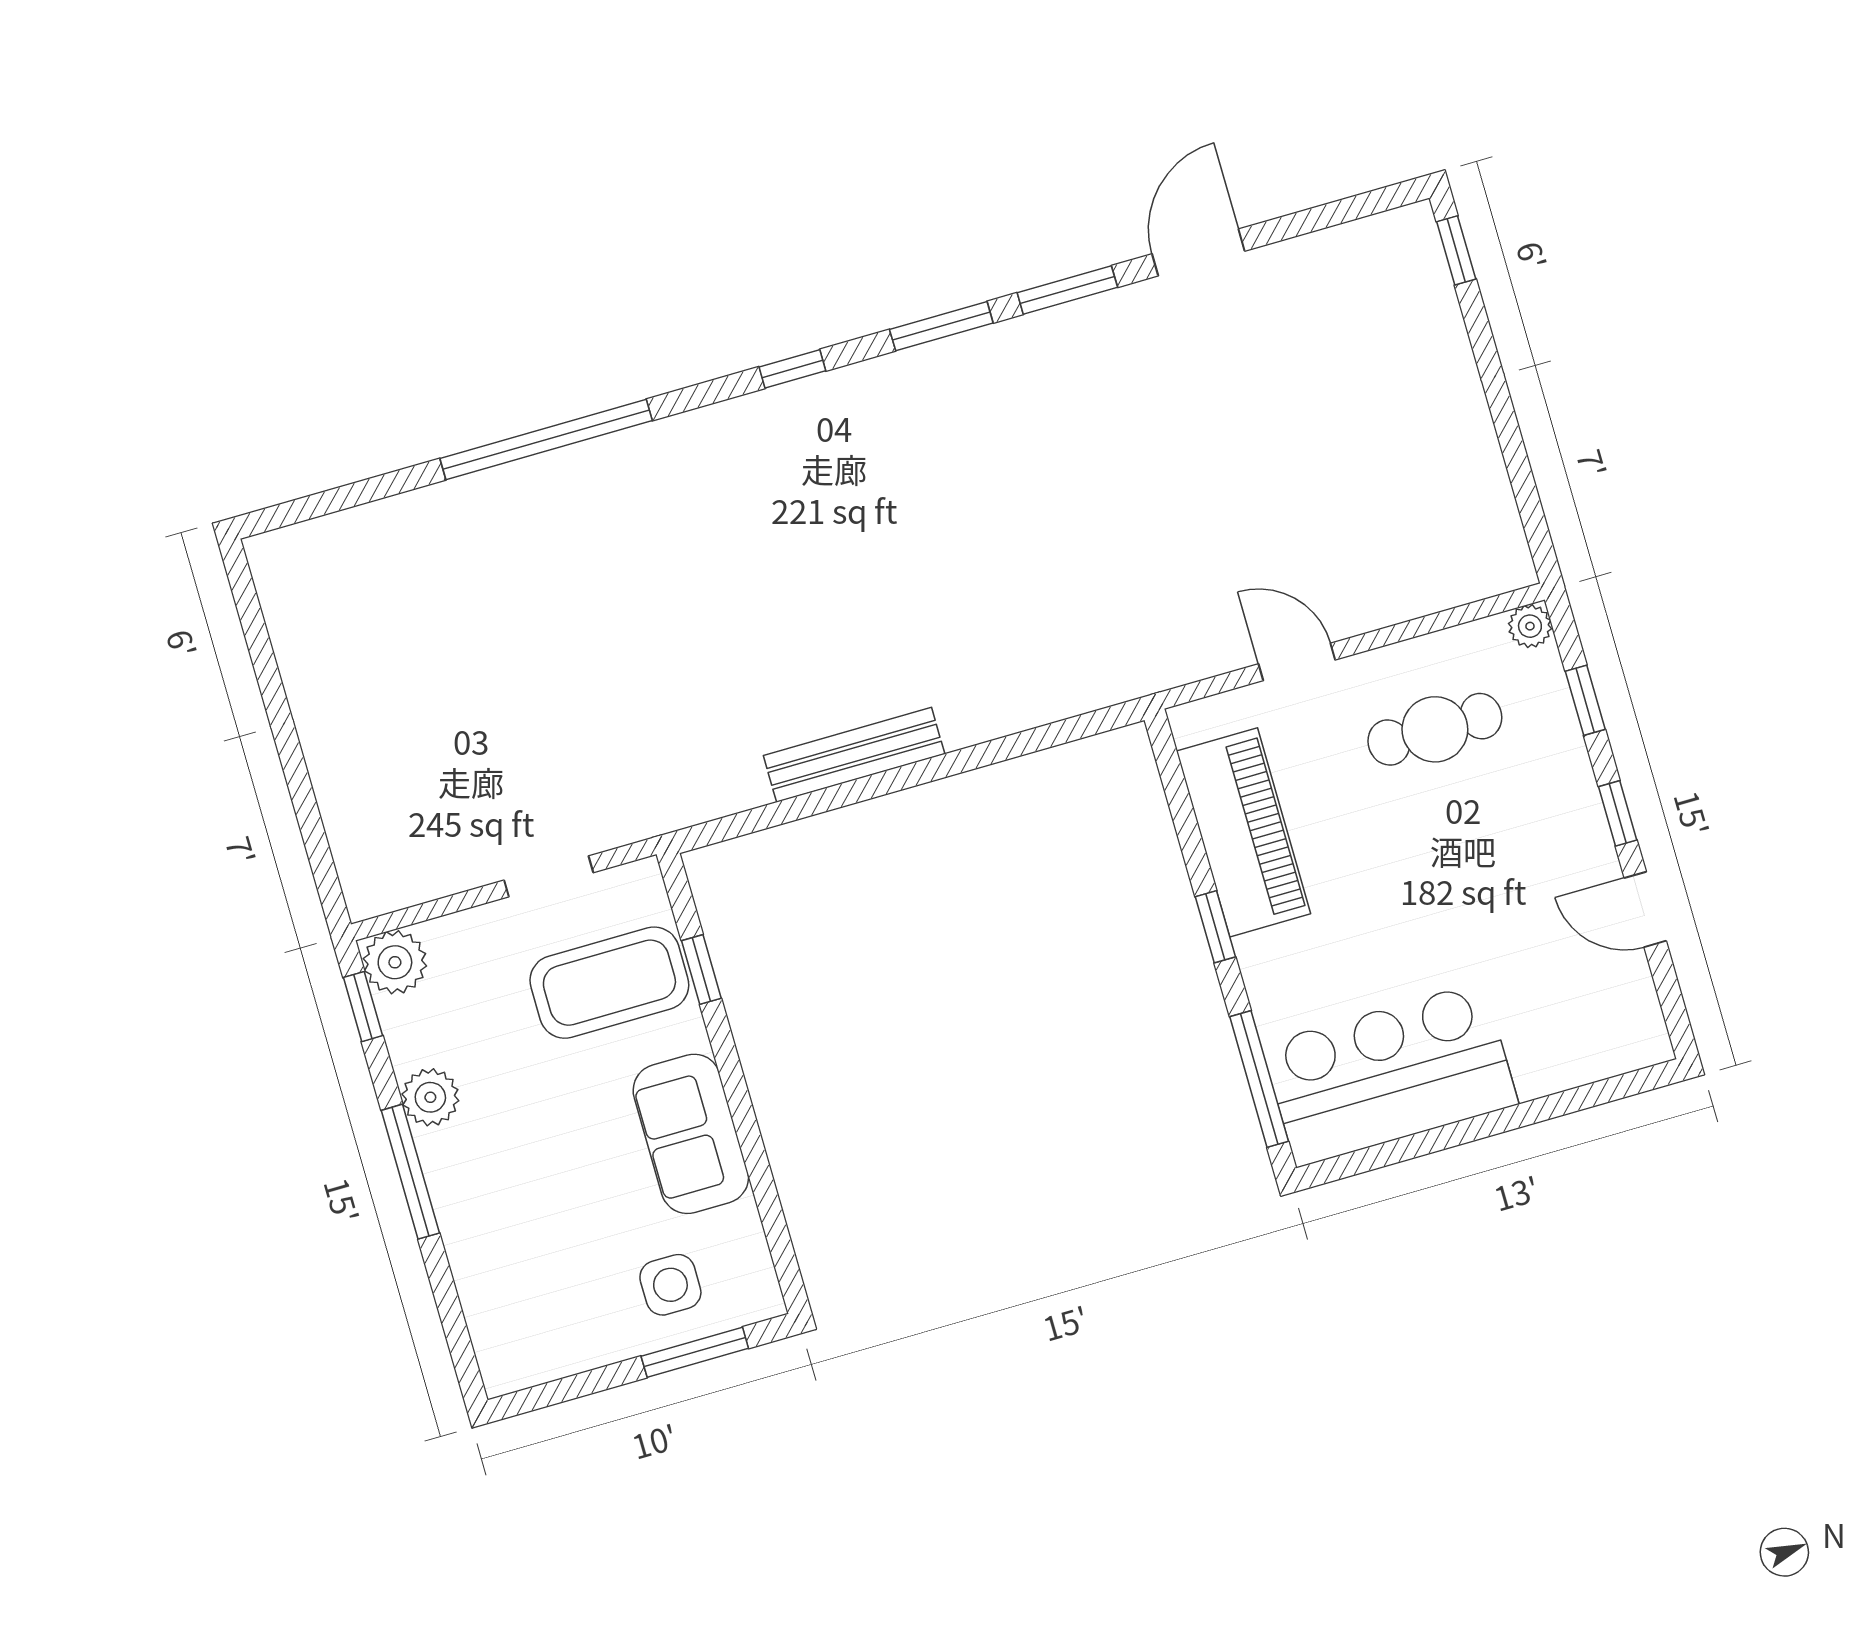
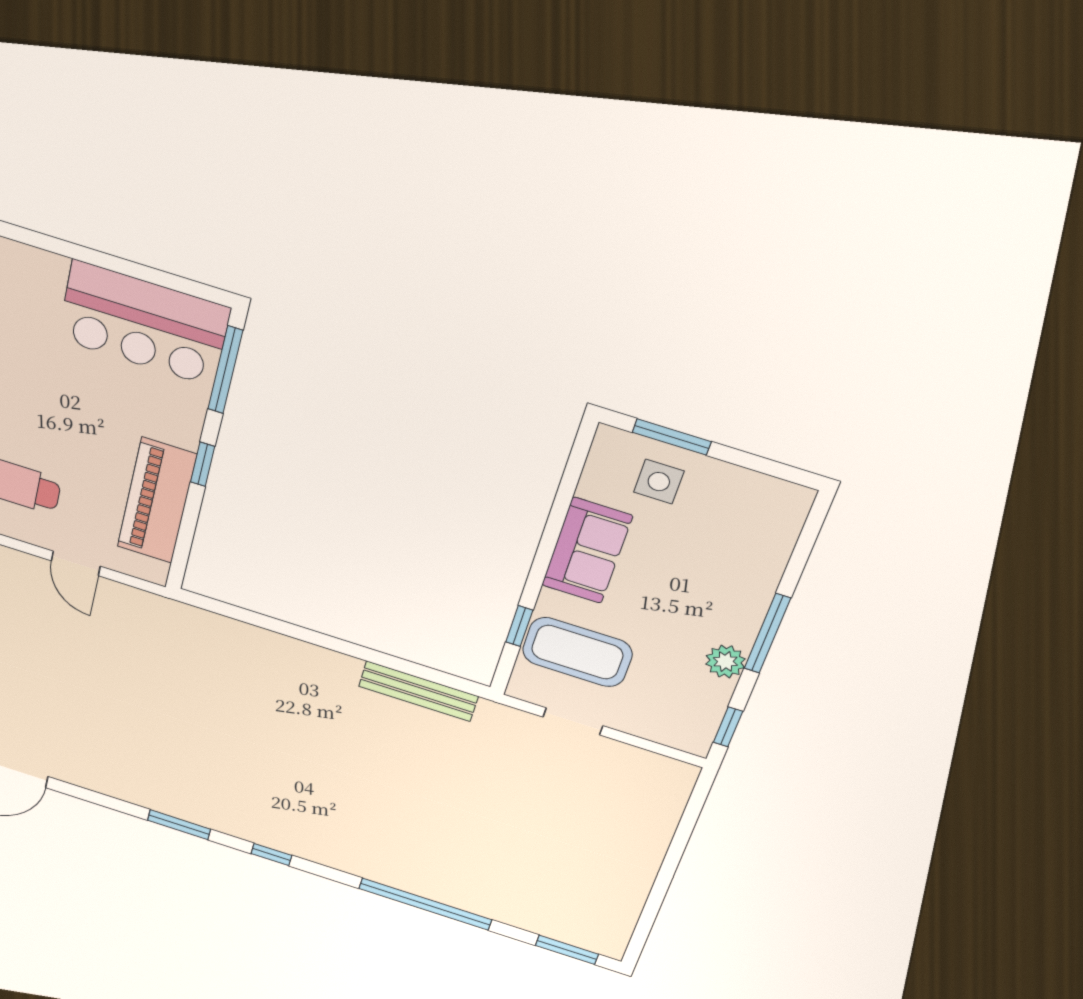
window: (1067, 290) -> (567, 950), moved
bench: (854, 755) -> (418, 691), moved
plant: (395, 962) -> (692, 736), removed

